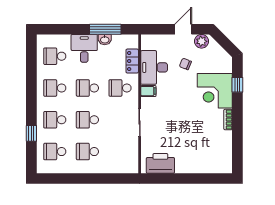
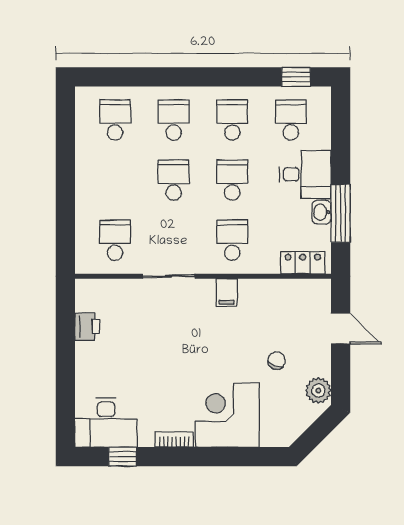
door: (183, 29) -> (341, 329), moved
locker: (132, 61) -> (303, 263), moved
desk: (154, 67) -> (106, 423), moved, turned 180
window: (237, 85) -> (123, 457), moved
window: (31, 133) -> (296, 77), moved
school desk: (87, 152) -> (115, 240), moved
printer: (160, 163) -> (87, 327), width x0.53, depth x0.68

